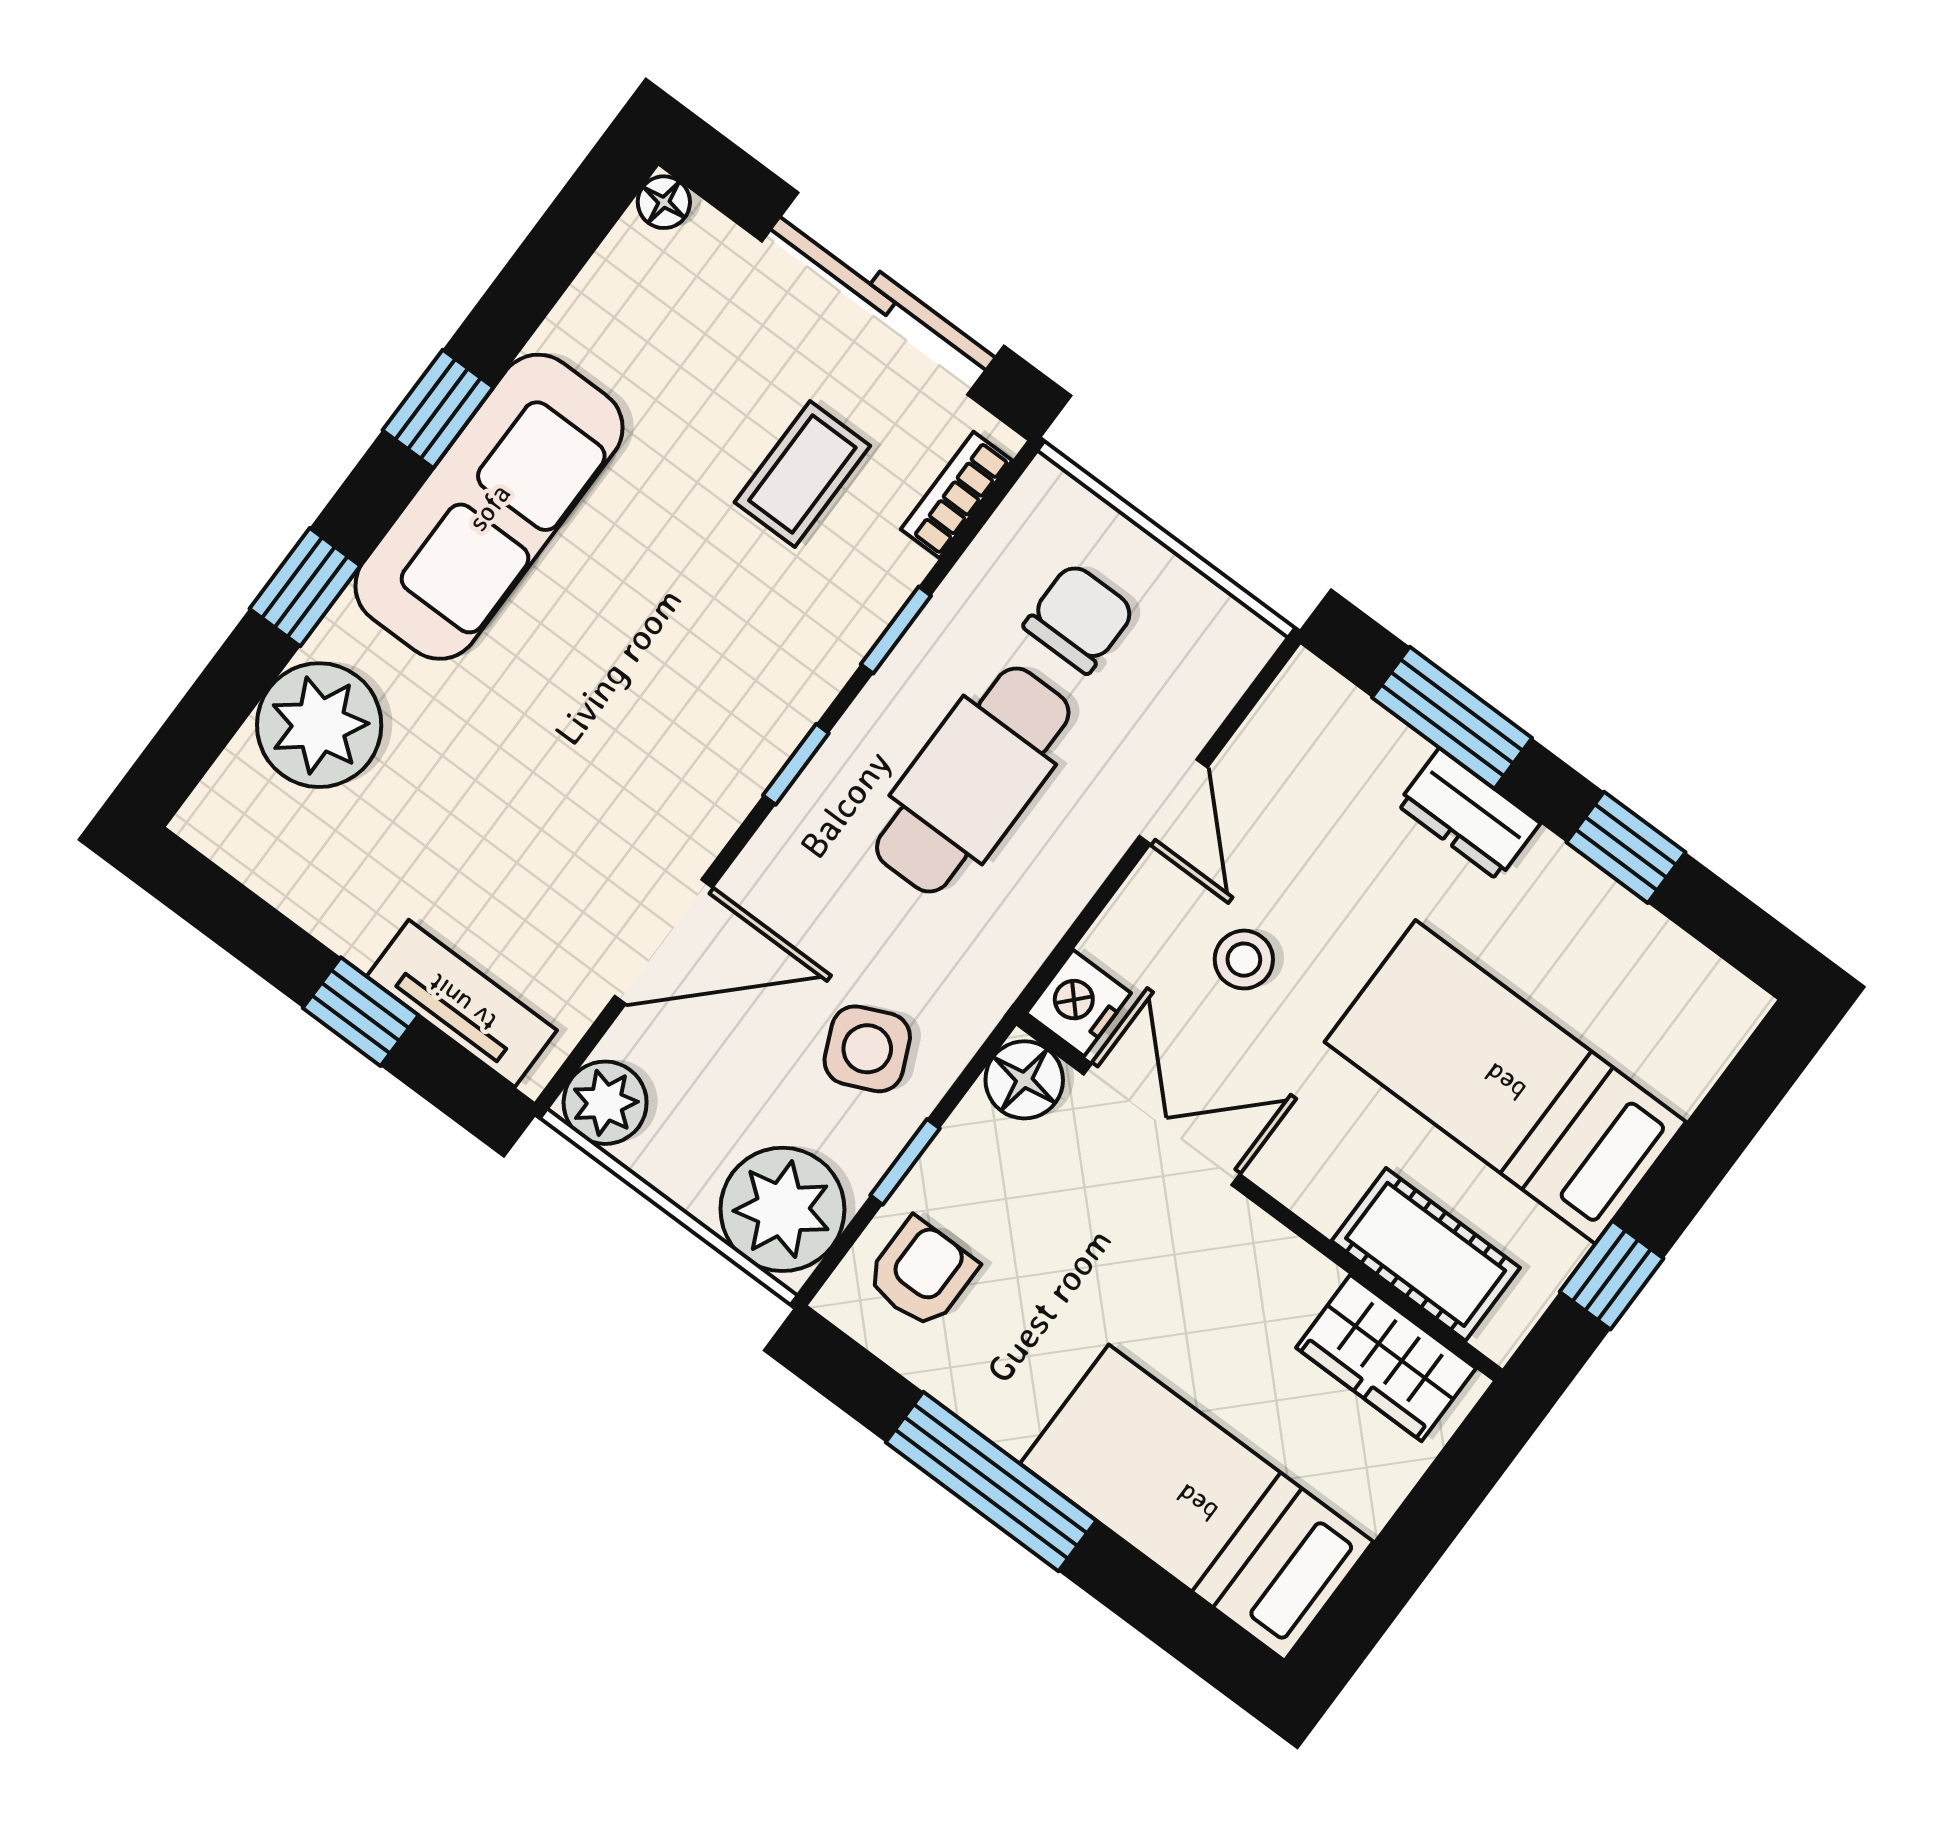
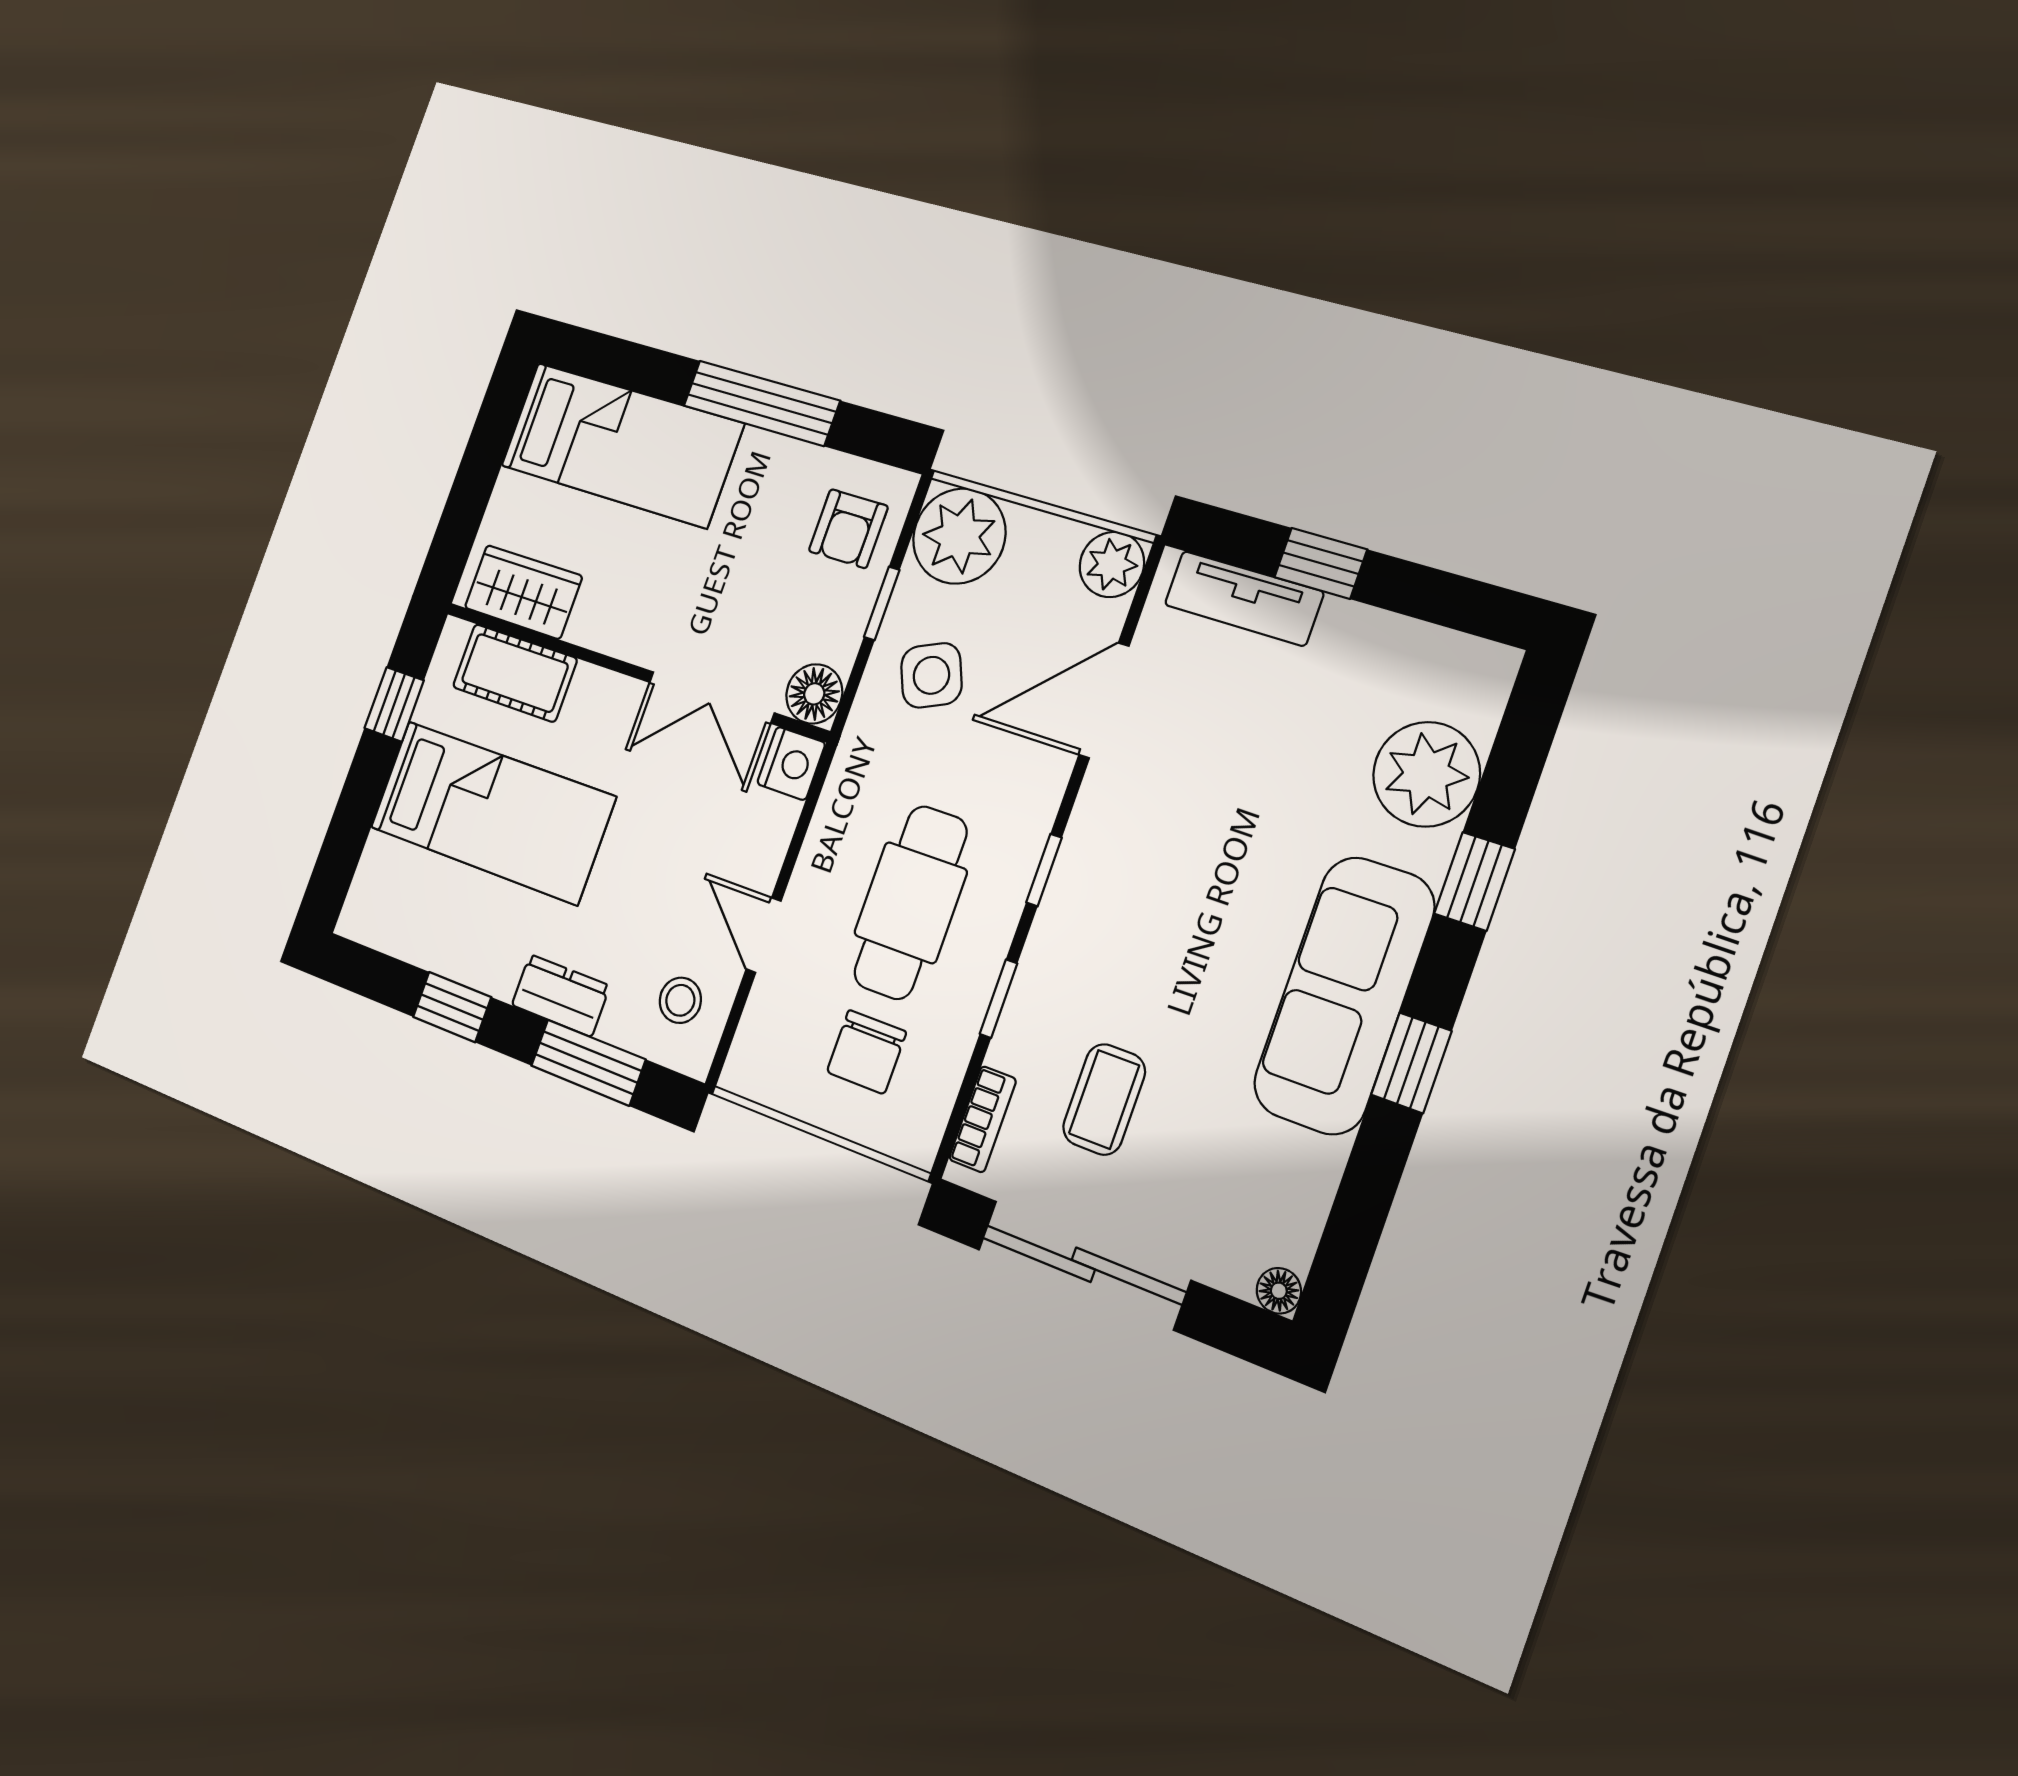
stool: (1244, 960) -> (680, 1000), moved

